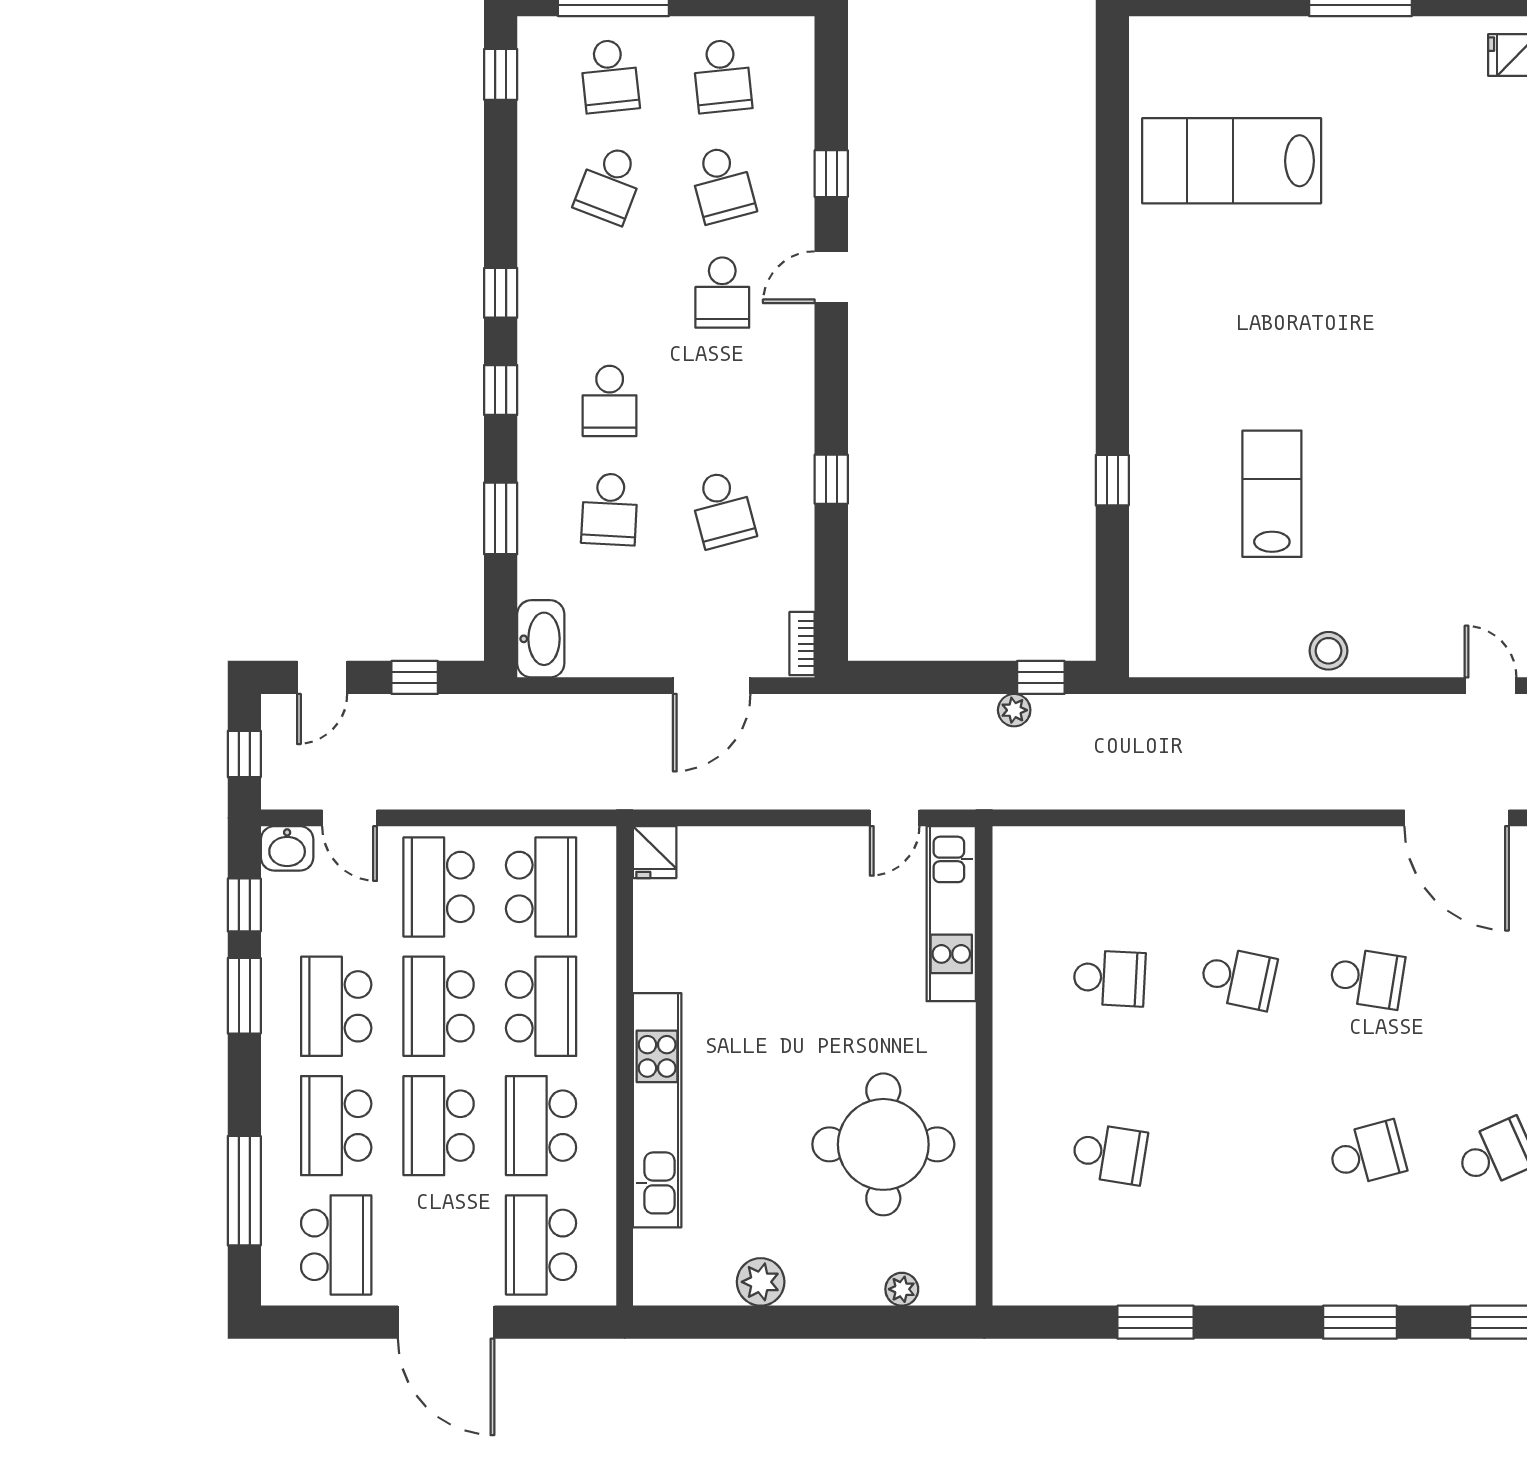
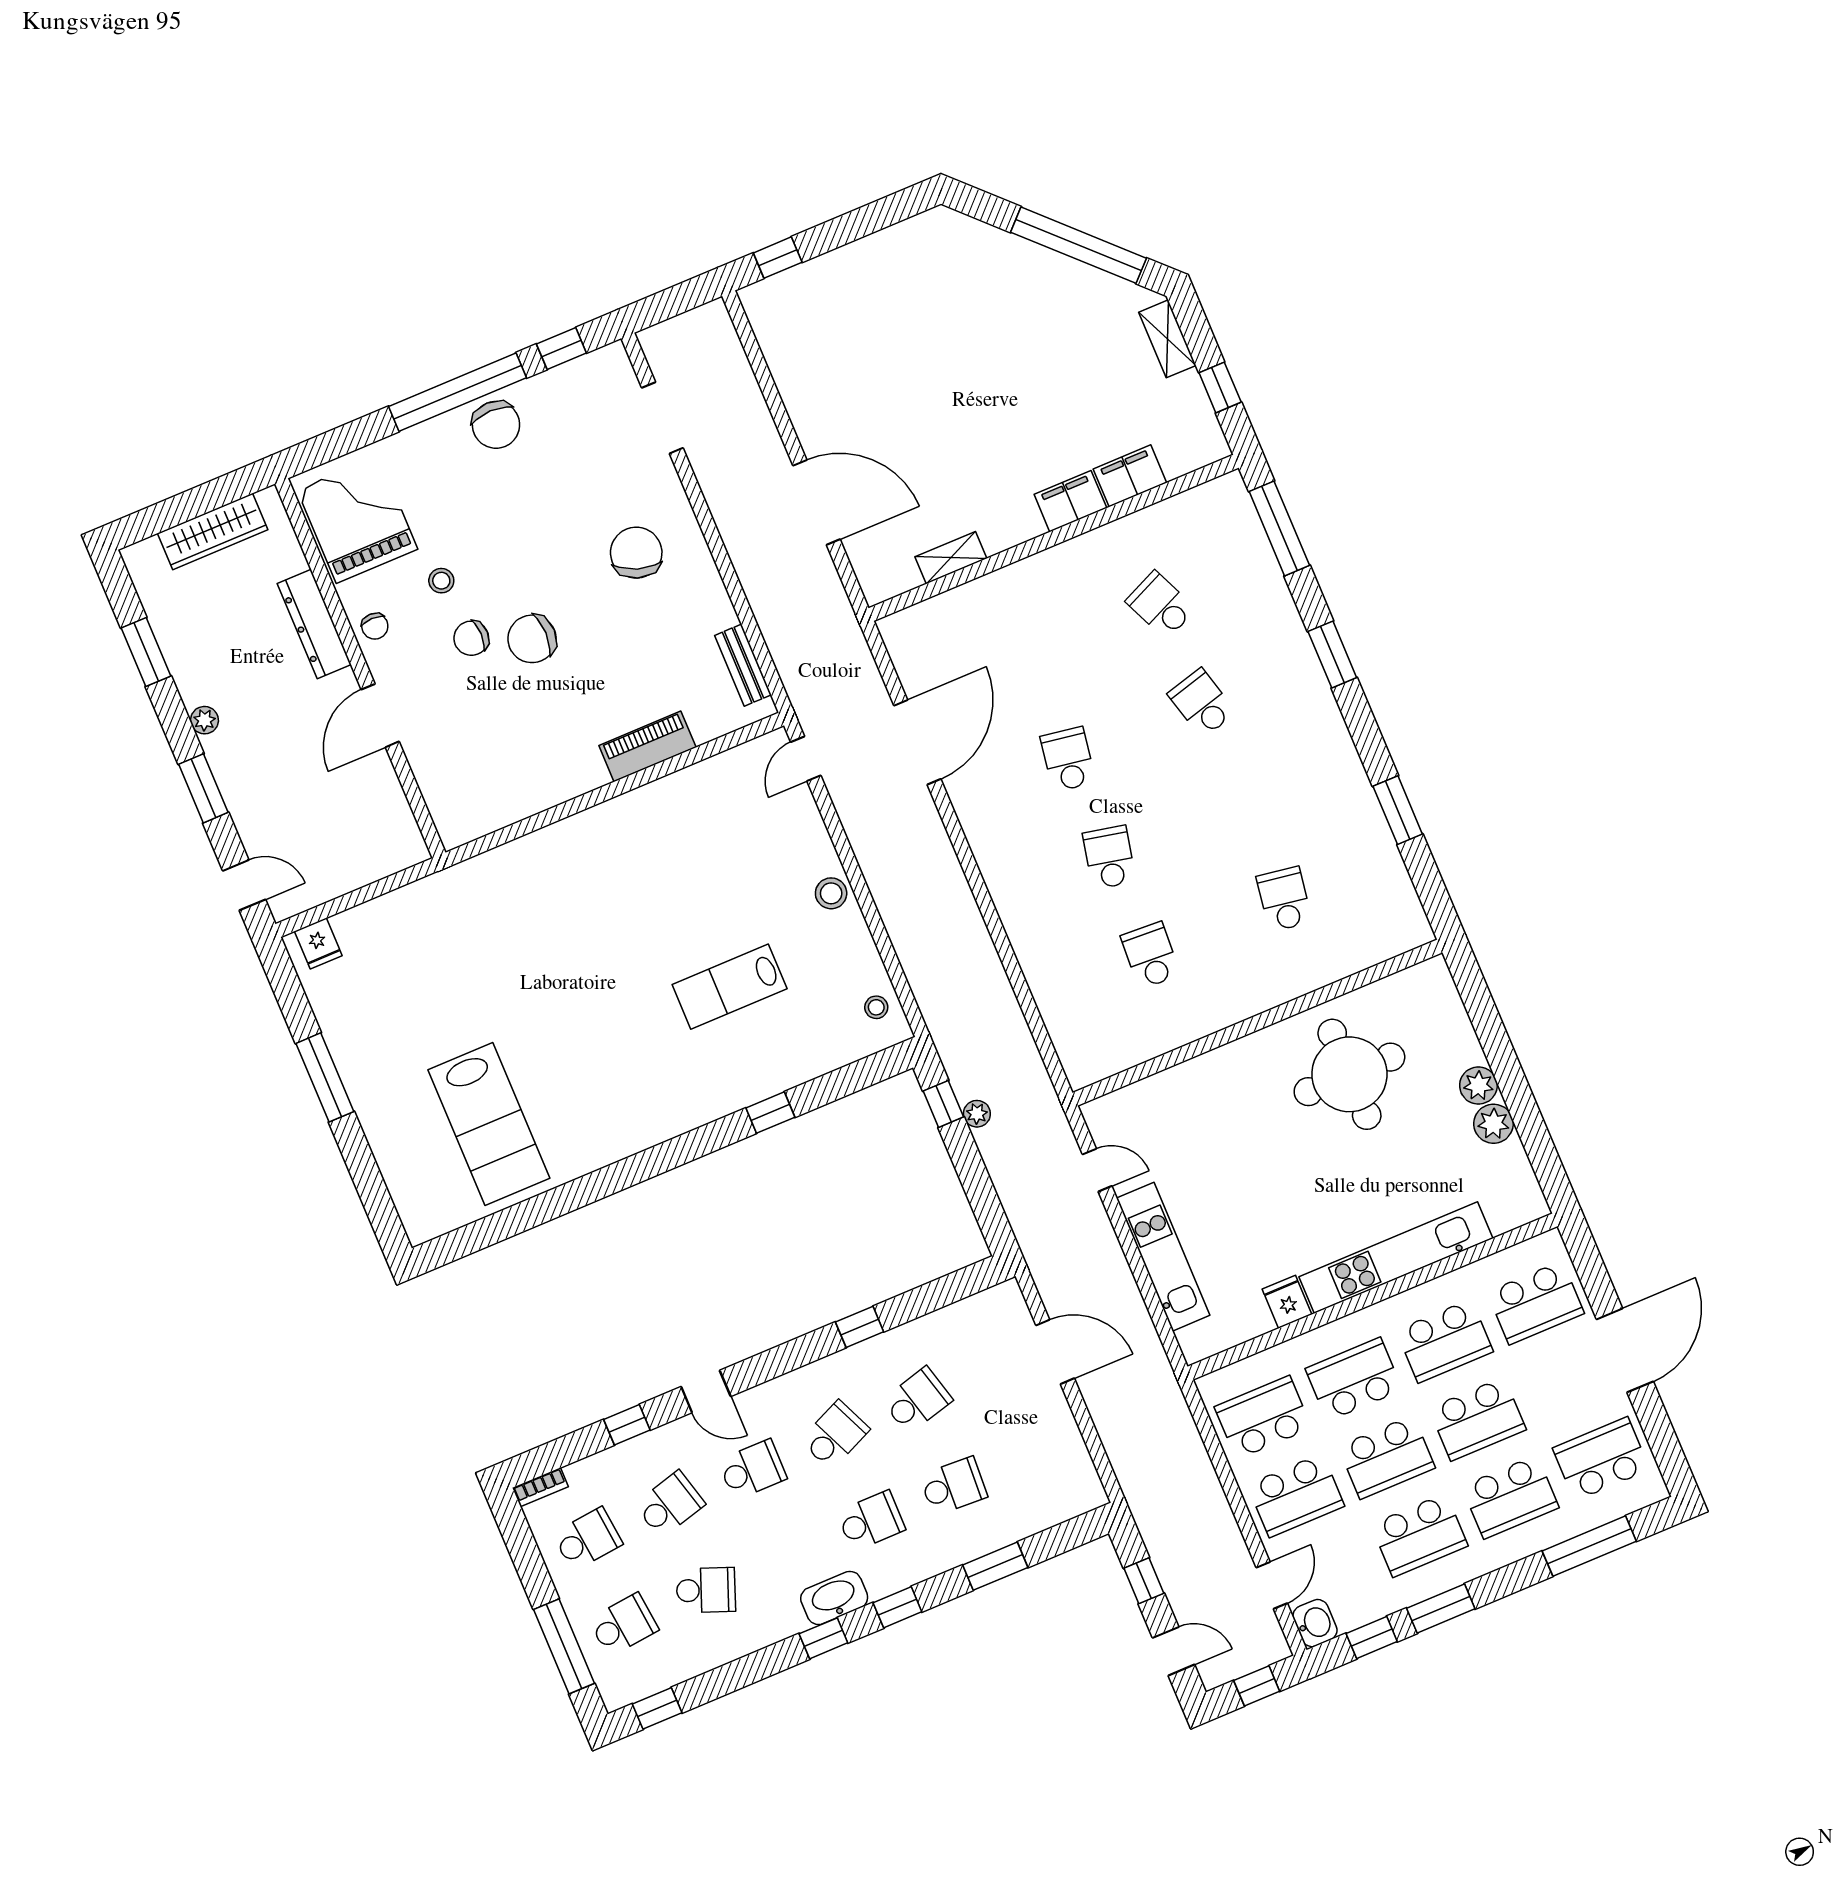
school desk: (722, 401) -> (835, 1435), added
washbasin: (541, 639) -> (834, 1598), moved
bookcase: (802, 644) -> (540, 1487), moved
stool: (1180, 648) -> (876, 1007), added
fridge: (655, 852) -> (1287, 1302), moved, turned -90
kitchen unit: (951, 914) -> (1163, 1257), moved, turned -90
plant: (902, 1289) -> (1478, 1086), moved, width x1.38, depth x1.38

